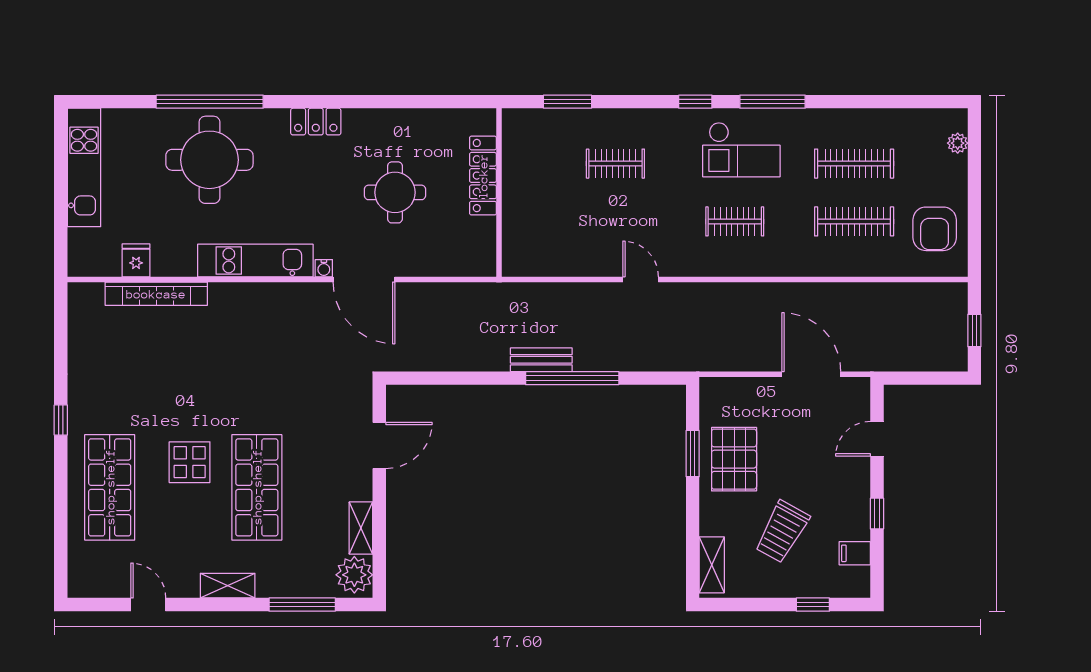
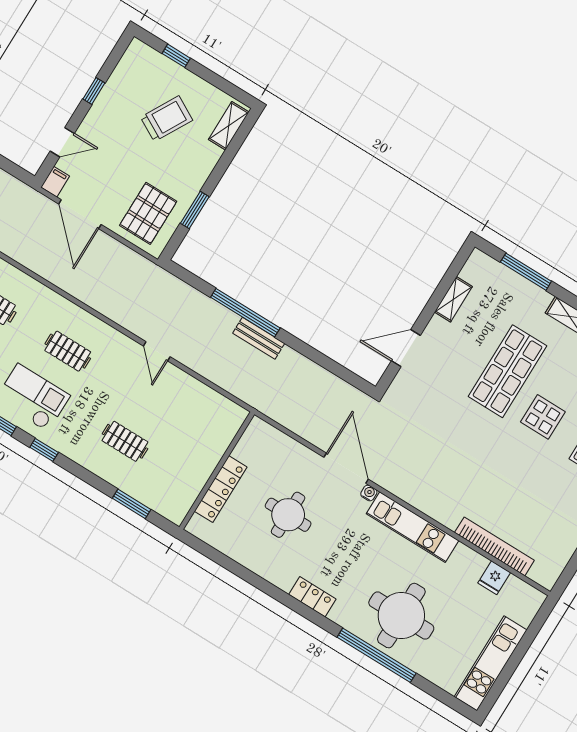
pallet: (734, 459) -> (148, 213), moved
filing cabinet: (855, 553) -> (55, 182), moved, turned -90
plant: (354, 575) -> (478, 270), removed

